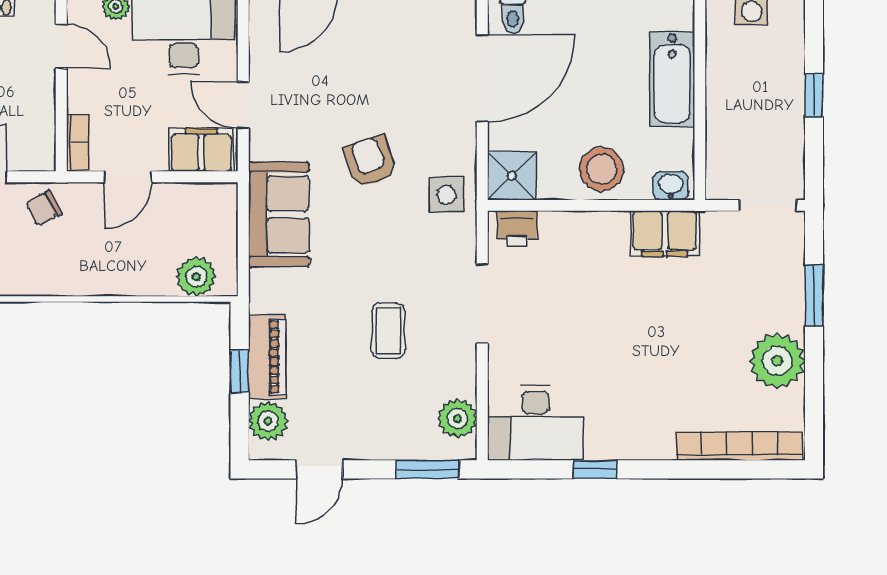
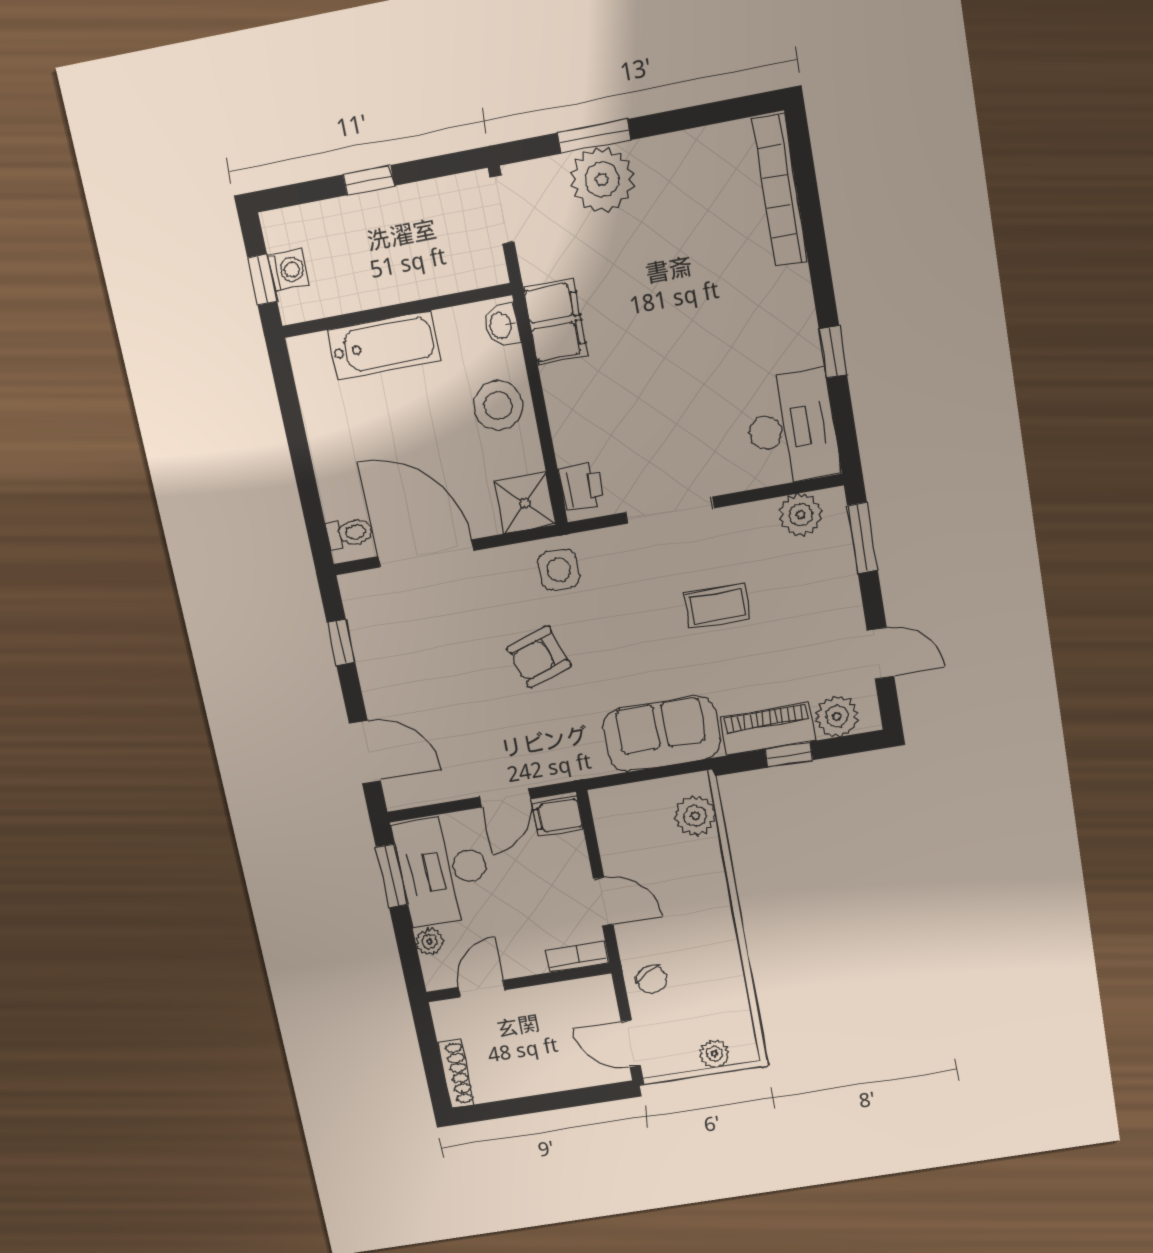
filing cabinet: (201, 150) -> (557, 816), width x0.50
sofa: (279, 214) -> (662, 734), moved
plant: (777, 361) -> (602, 179), moved

